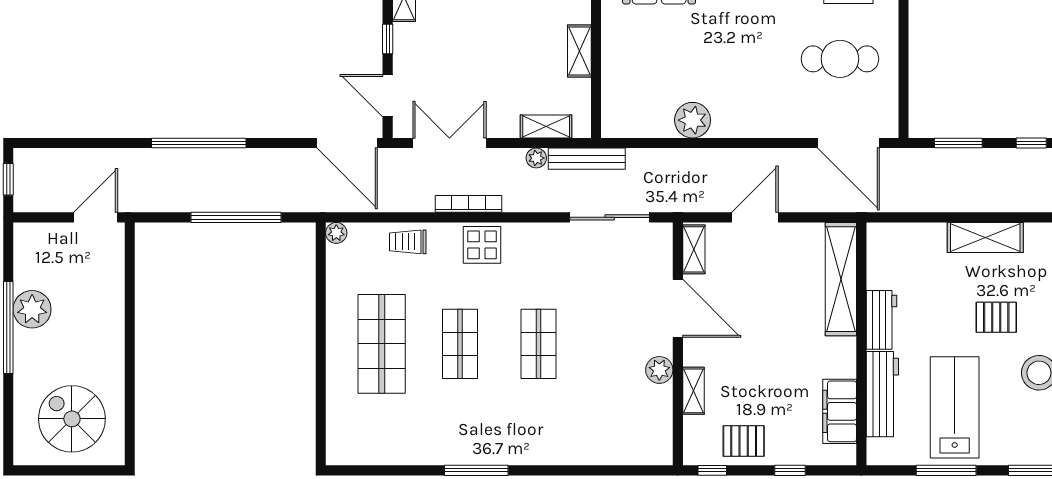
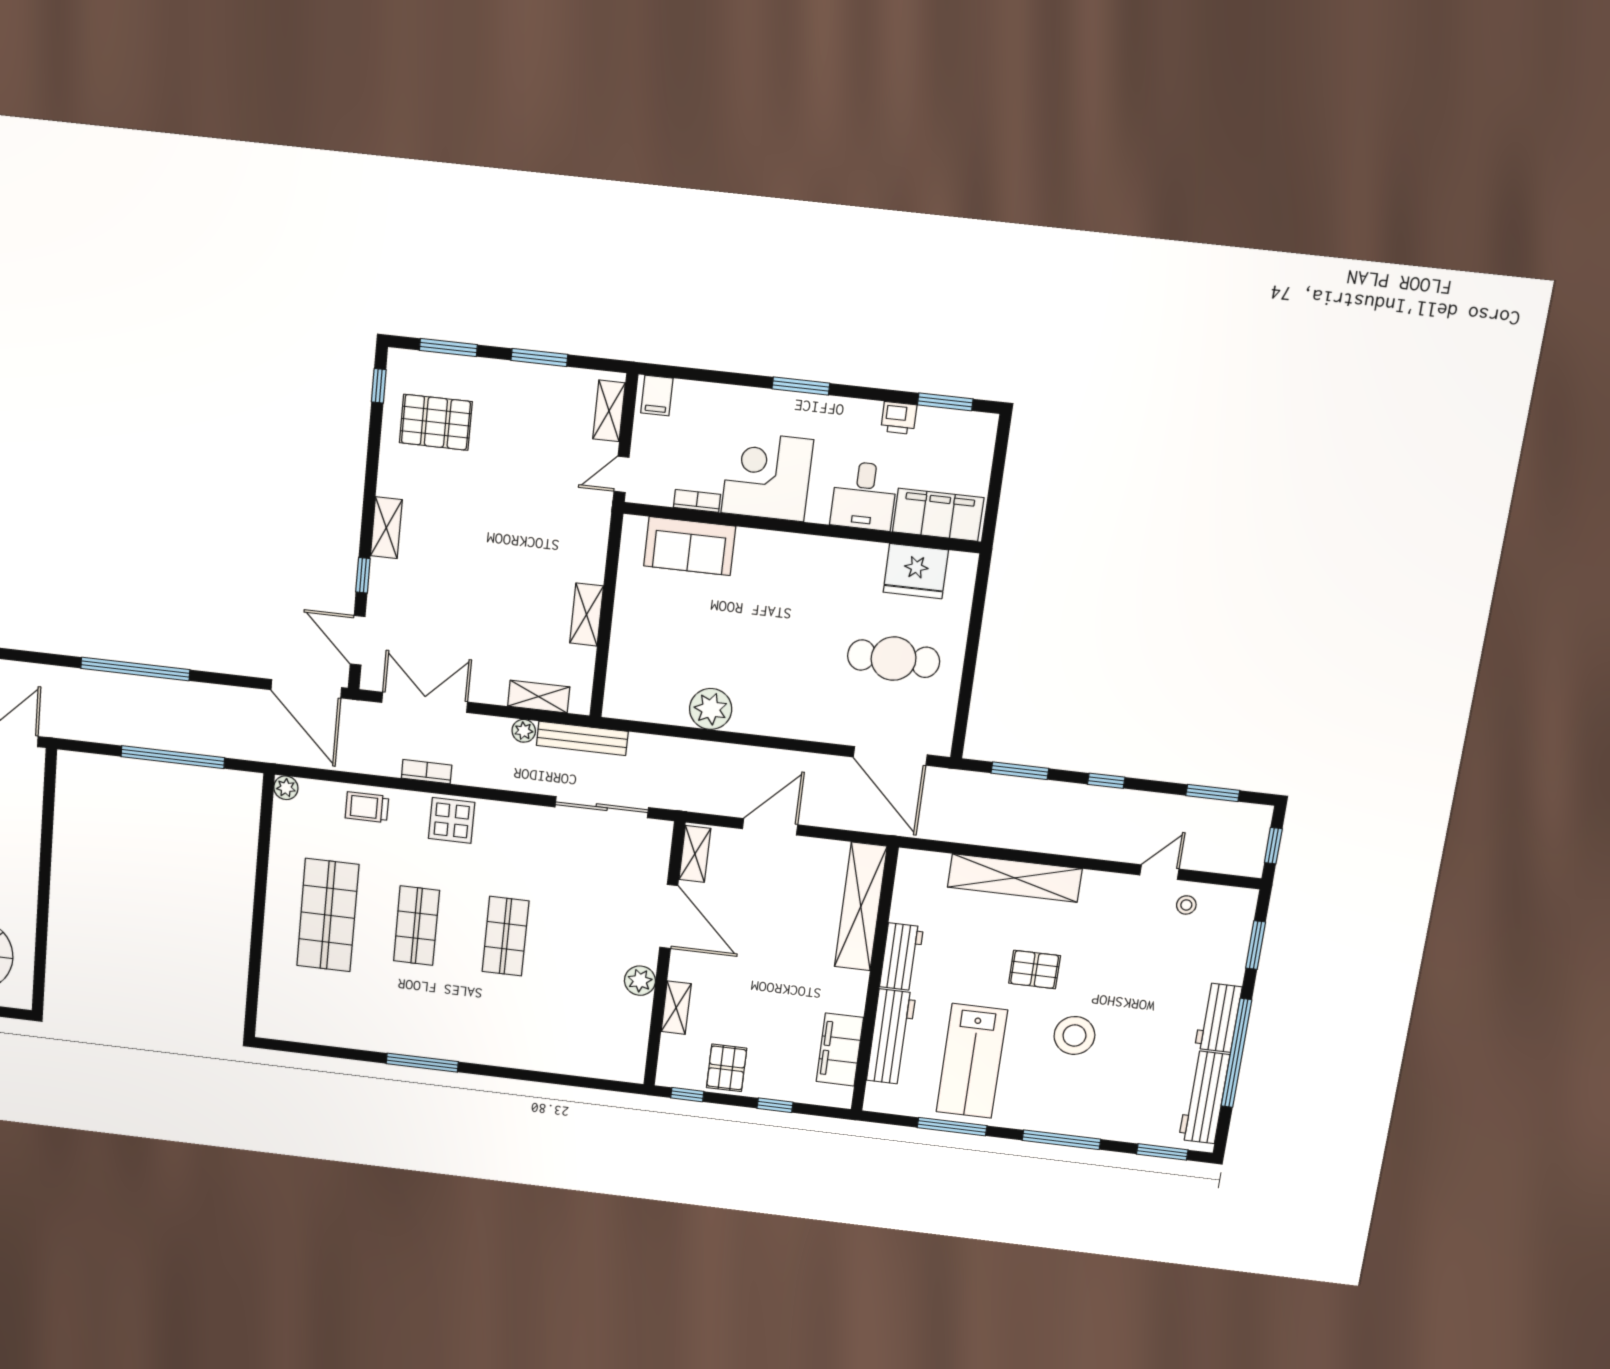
bookcase: (468, 204) -> (427, 772), width x0.64
shelving: (985, 238) -> (1015, 878), width x1.47
lab bench: (955, 407) -> (972, 1061), turned 180
pallet: (744, 441) -> (727, 1068), turned 90

